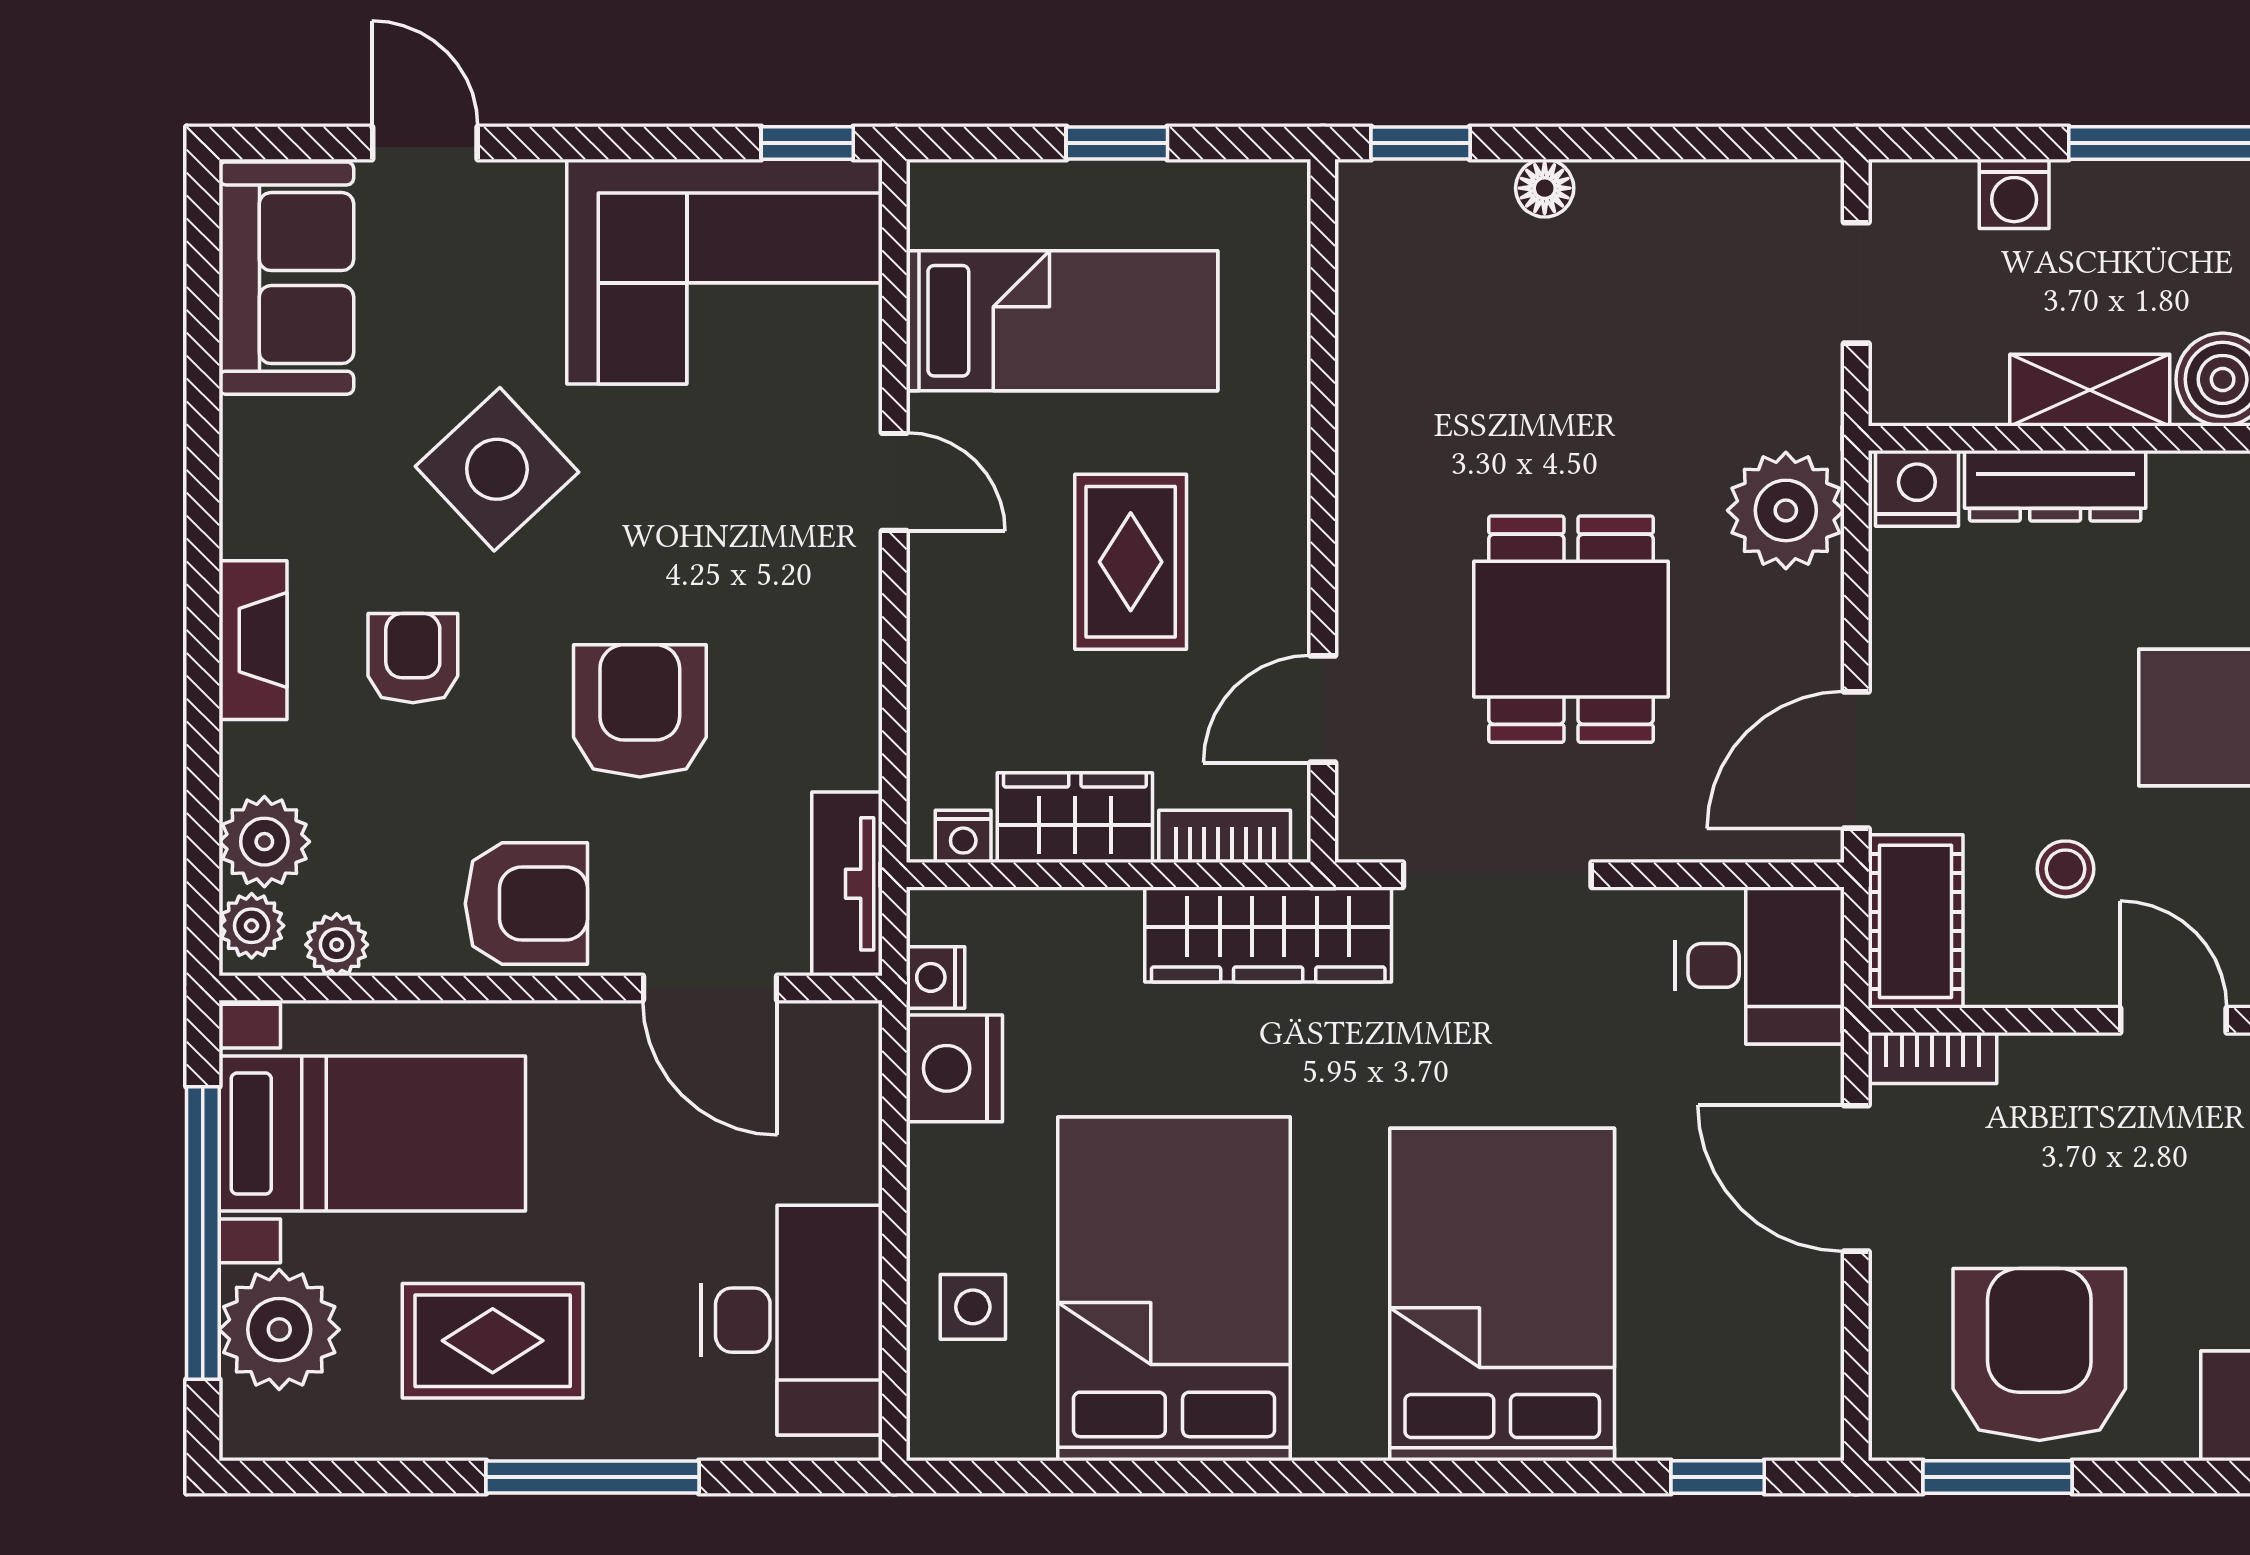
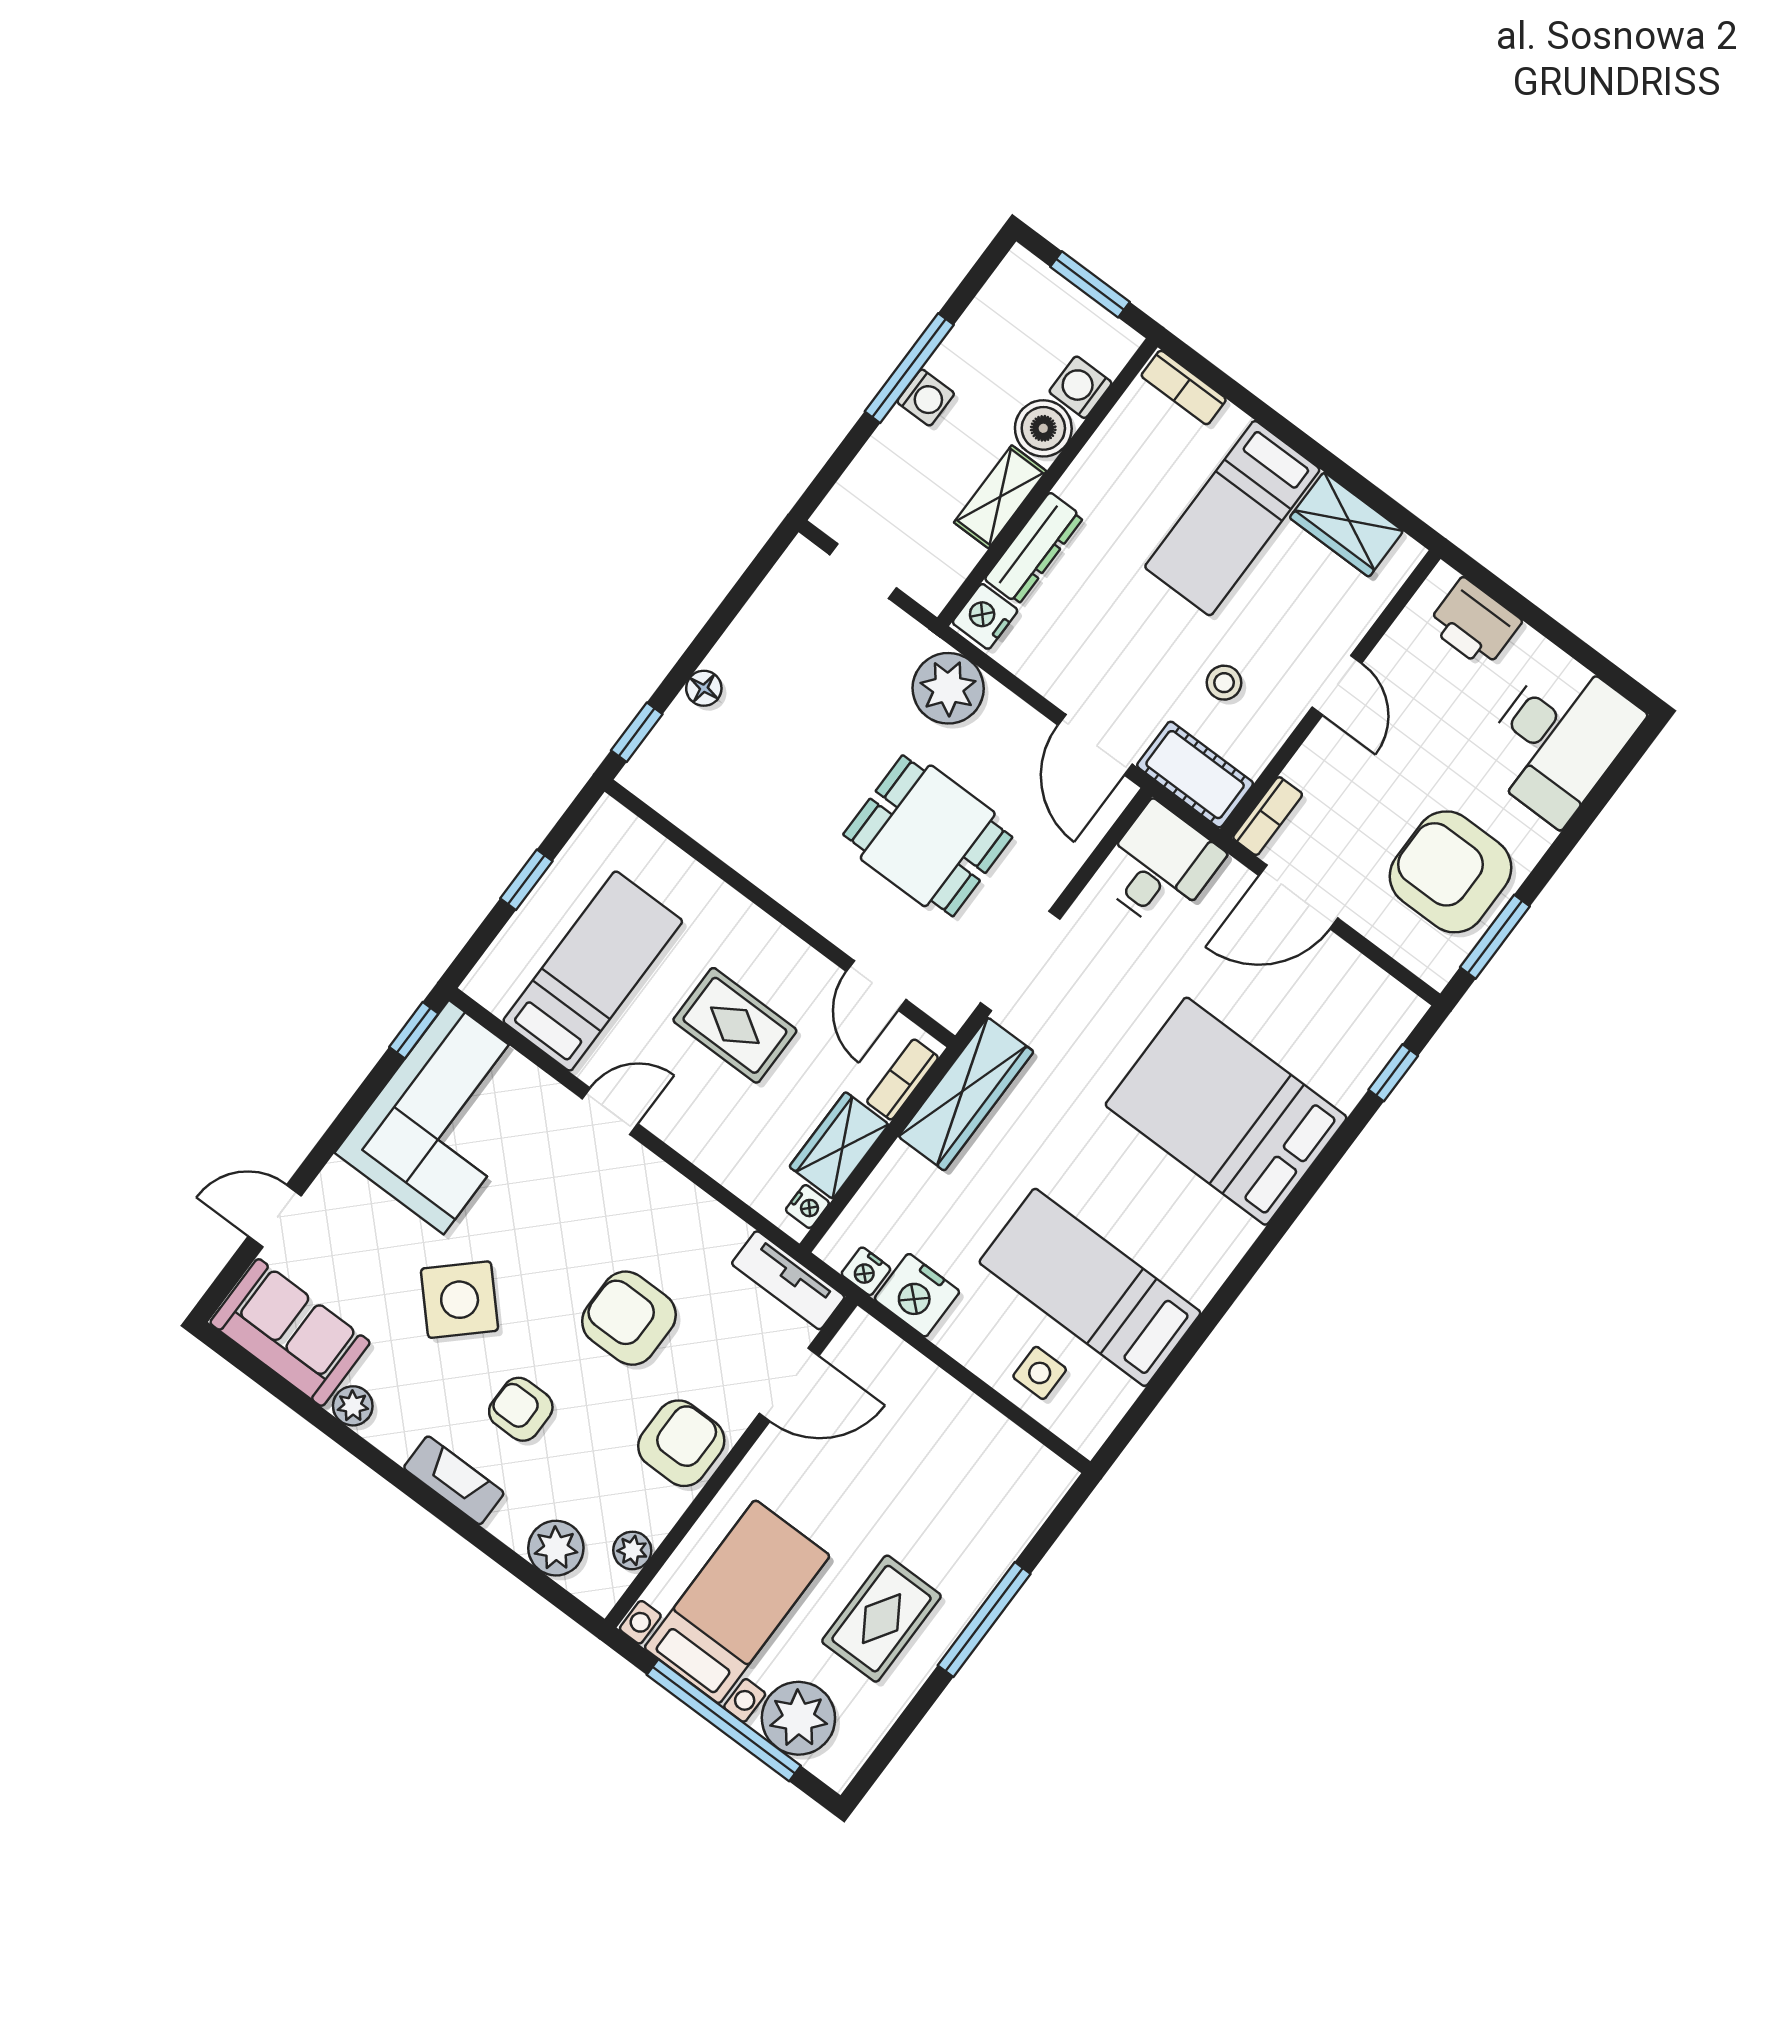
washing machine: (2014, 194) -> (926, 398), moved
plant: (252, 926) -> (353, 1406), moved
door: (2173, 1020) -> (1337, 685), swing flipped
bed: (1174, 1289) -> (1090, 1287), width x0.67
desk: (792, 1320) -> (980, 1466), removed

